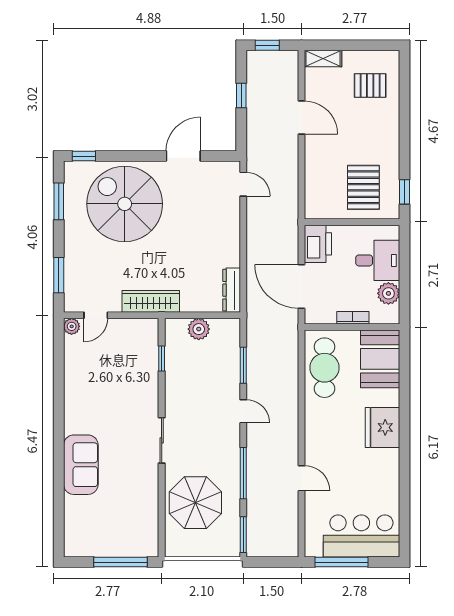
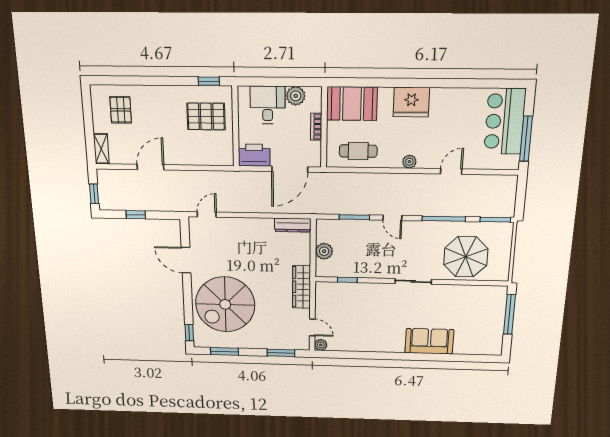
cafe table: (324, 368) -> (358, 151), width x0.73, depth x0.74
door: (243, 411) -> (392, 218), swing flipped
plant: (313, 428) -> (409, 162), added

